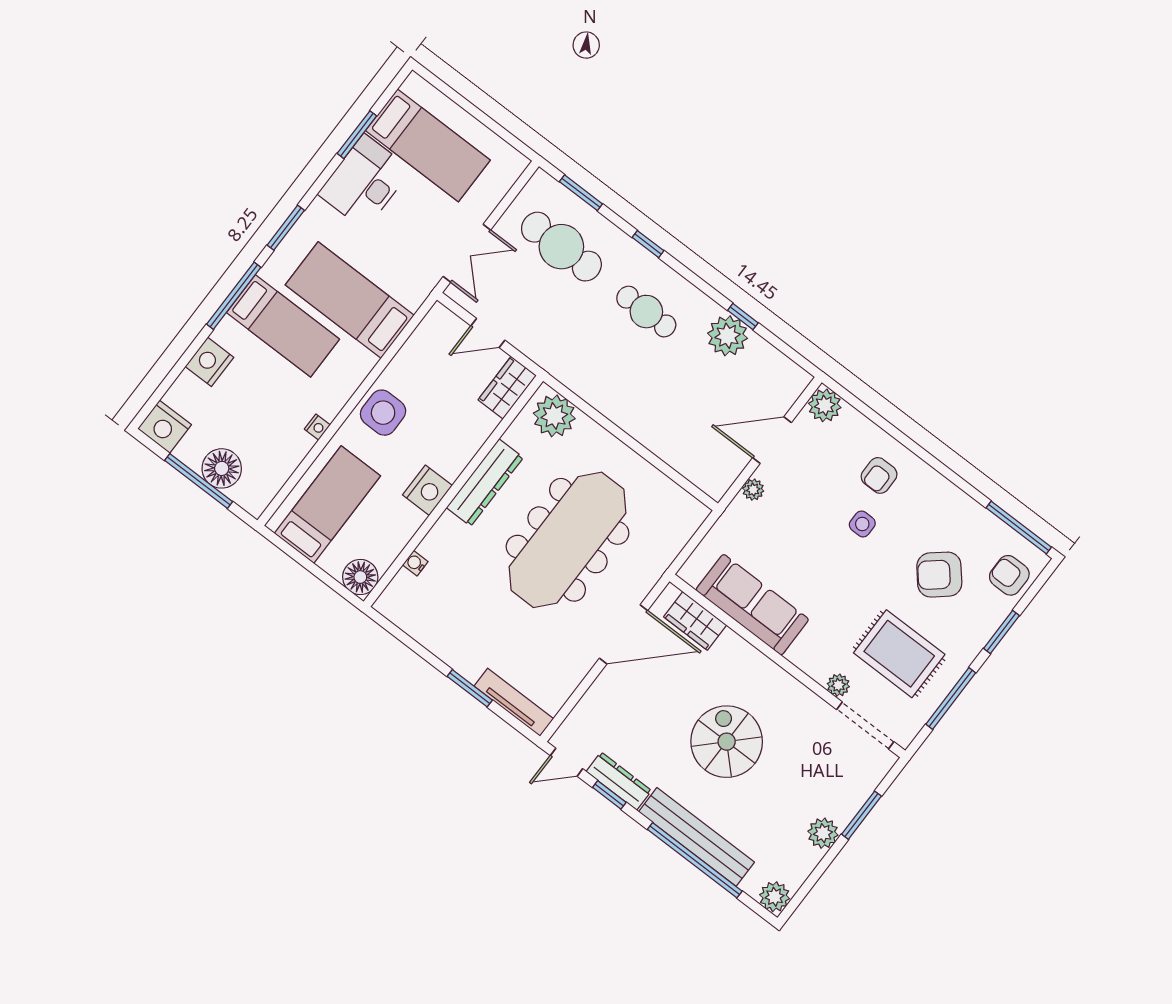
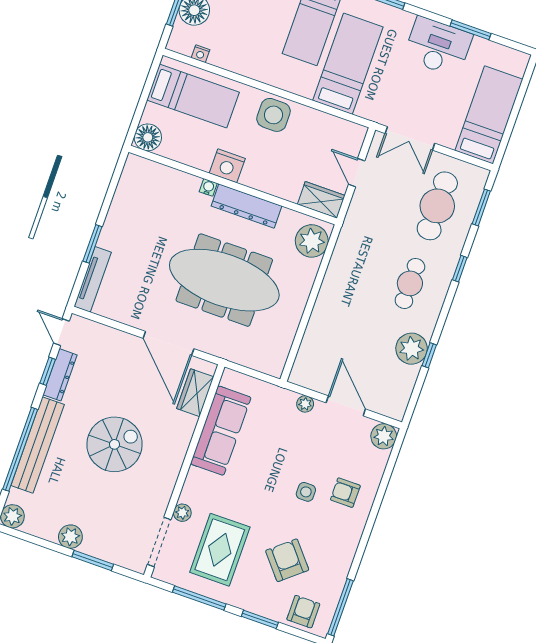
bed: (428, 145) -> (489, 115), moved, turned 180
nightstand: (317, 427) -> (200, 54), moved
water cooler: (415, 563) -> (208, 187), moved

